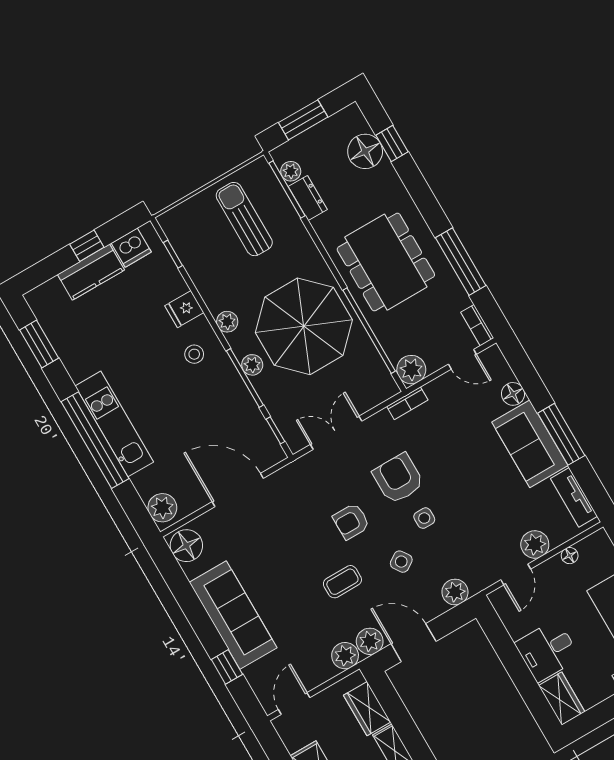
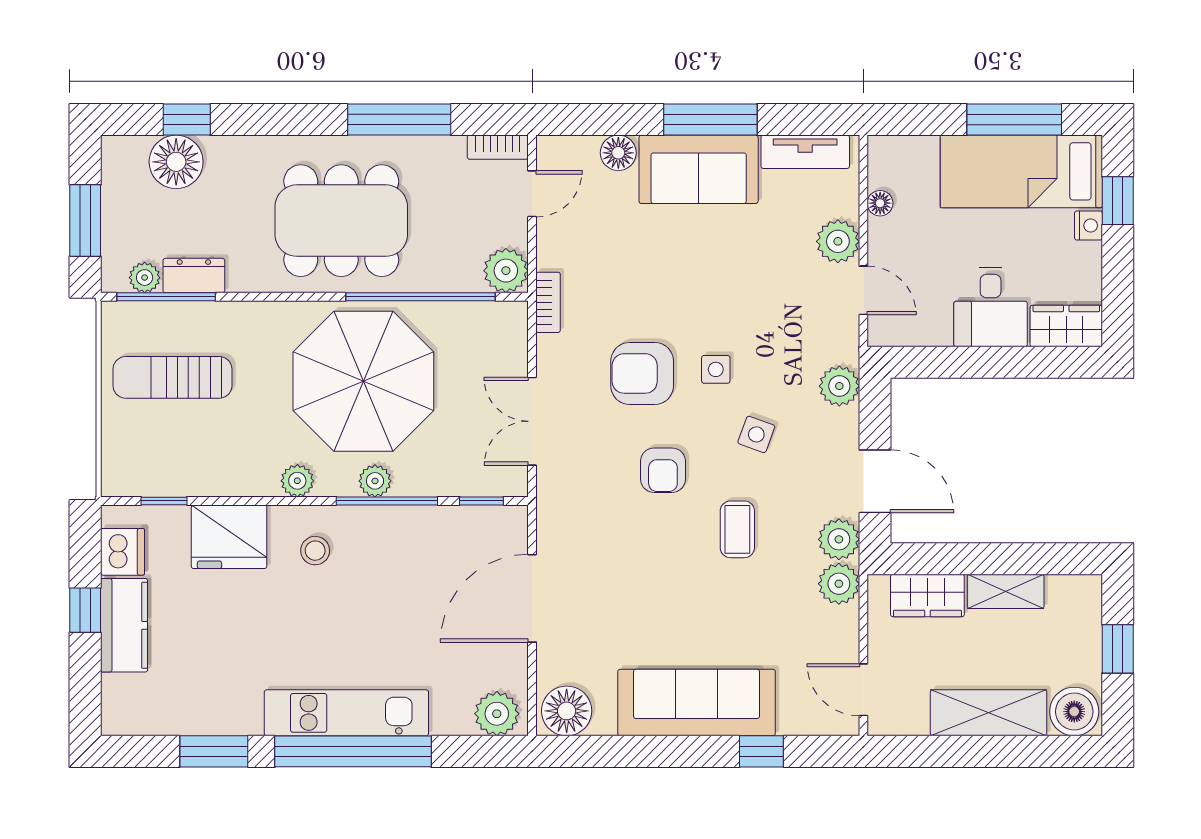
fridge: (184, 309) -> (229, 537), width x1.88, depth x1.34
window: (39, 344) -> (214, 751), moved
side table: (401, 562) -> (756, 434), turned -36
door: (414, 643) -> (875, 481), swing flipped

